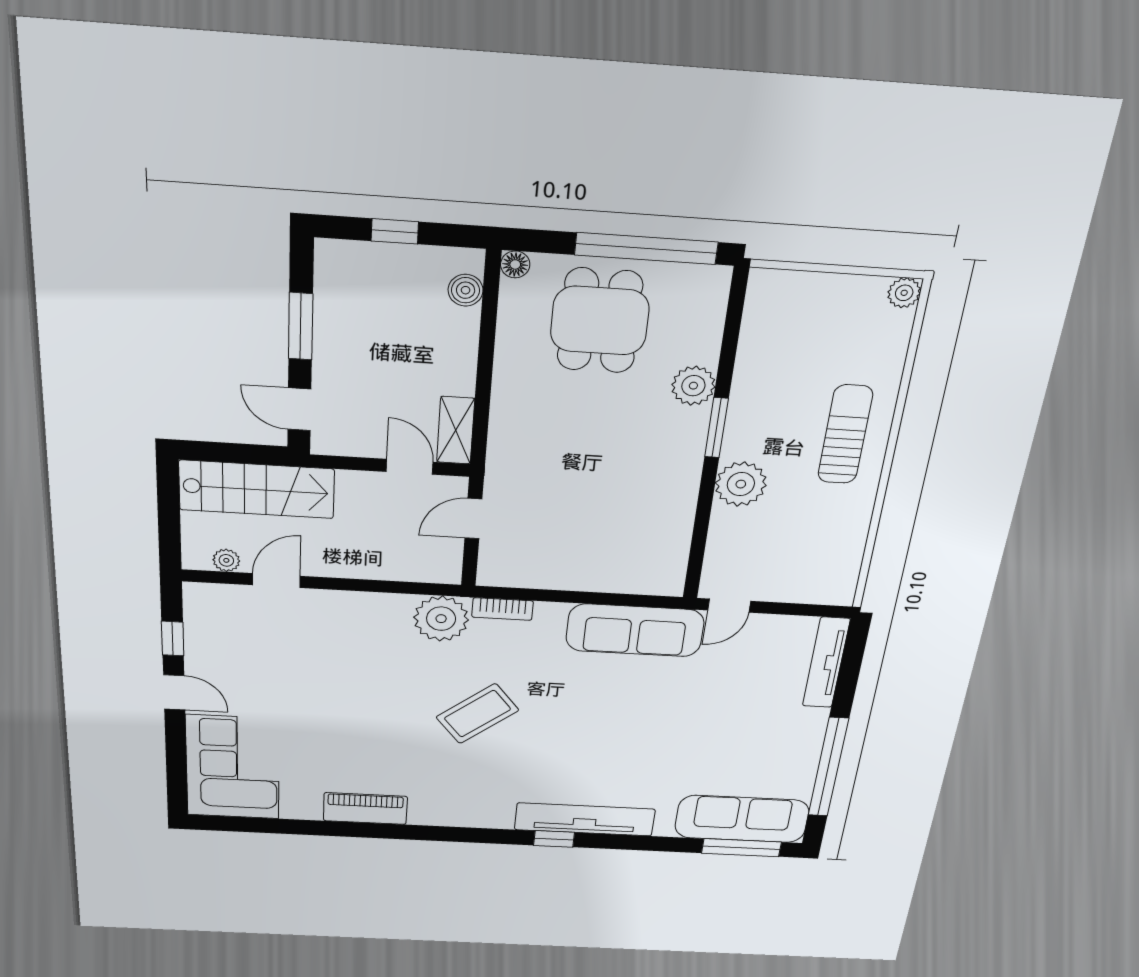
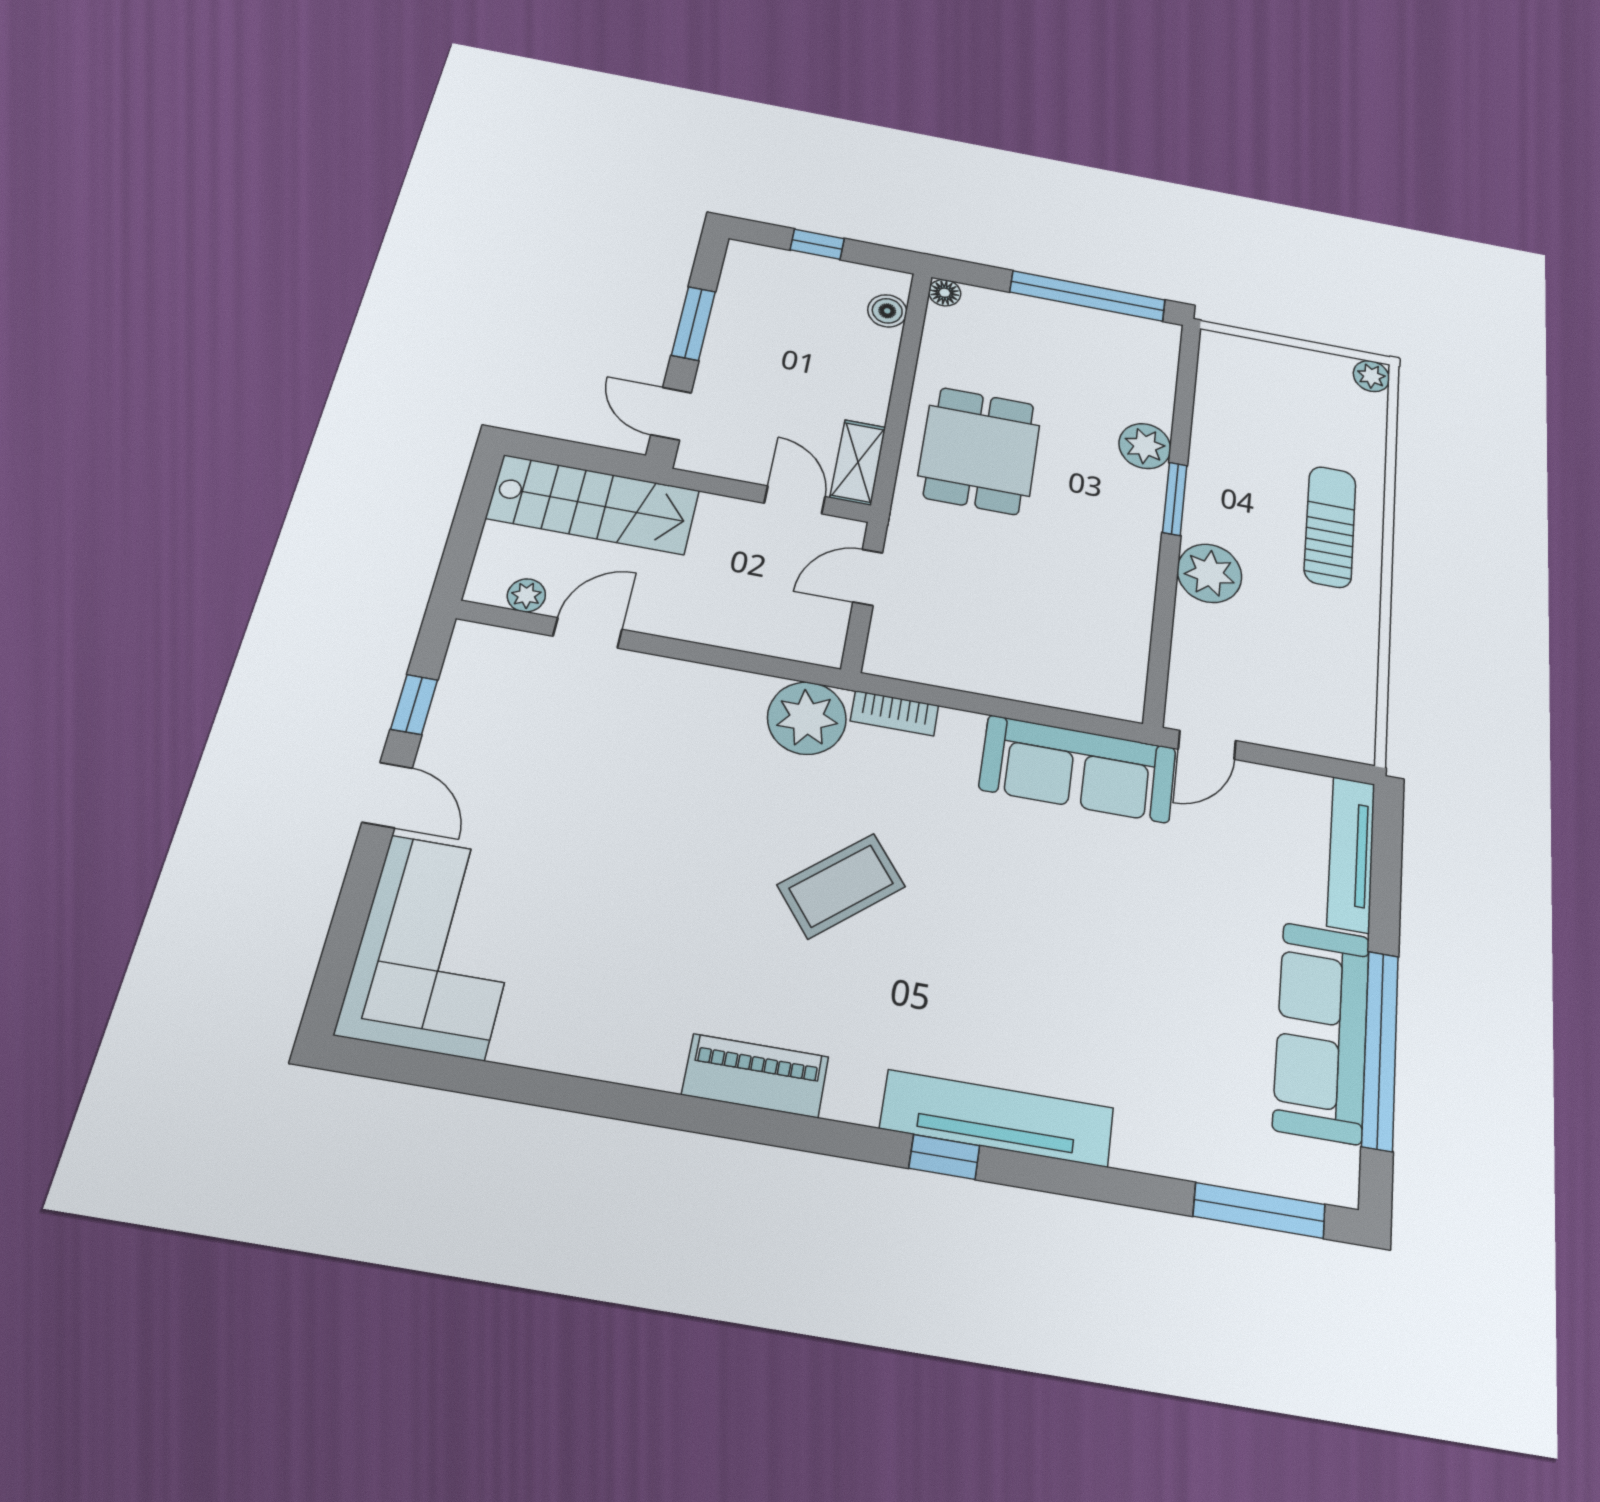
dining table: (600, 321) -> (979, 450), moved
piano: (365, 809) -> (755, 1076), moved
sofa: (742, 819) -> (1322, 1032), moved, turned -90

